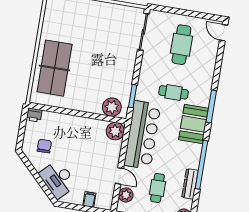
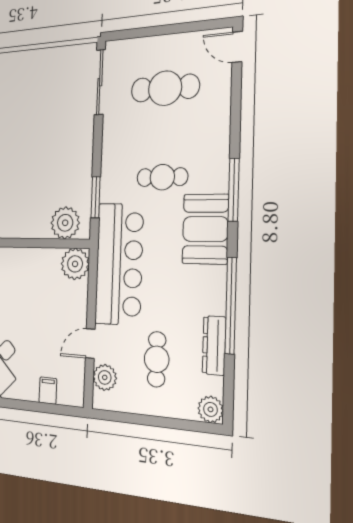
cafe table: (181, 45) -> (165, 88), turned 90
door: (119, 176) -> (90, 343), swing flipped

